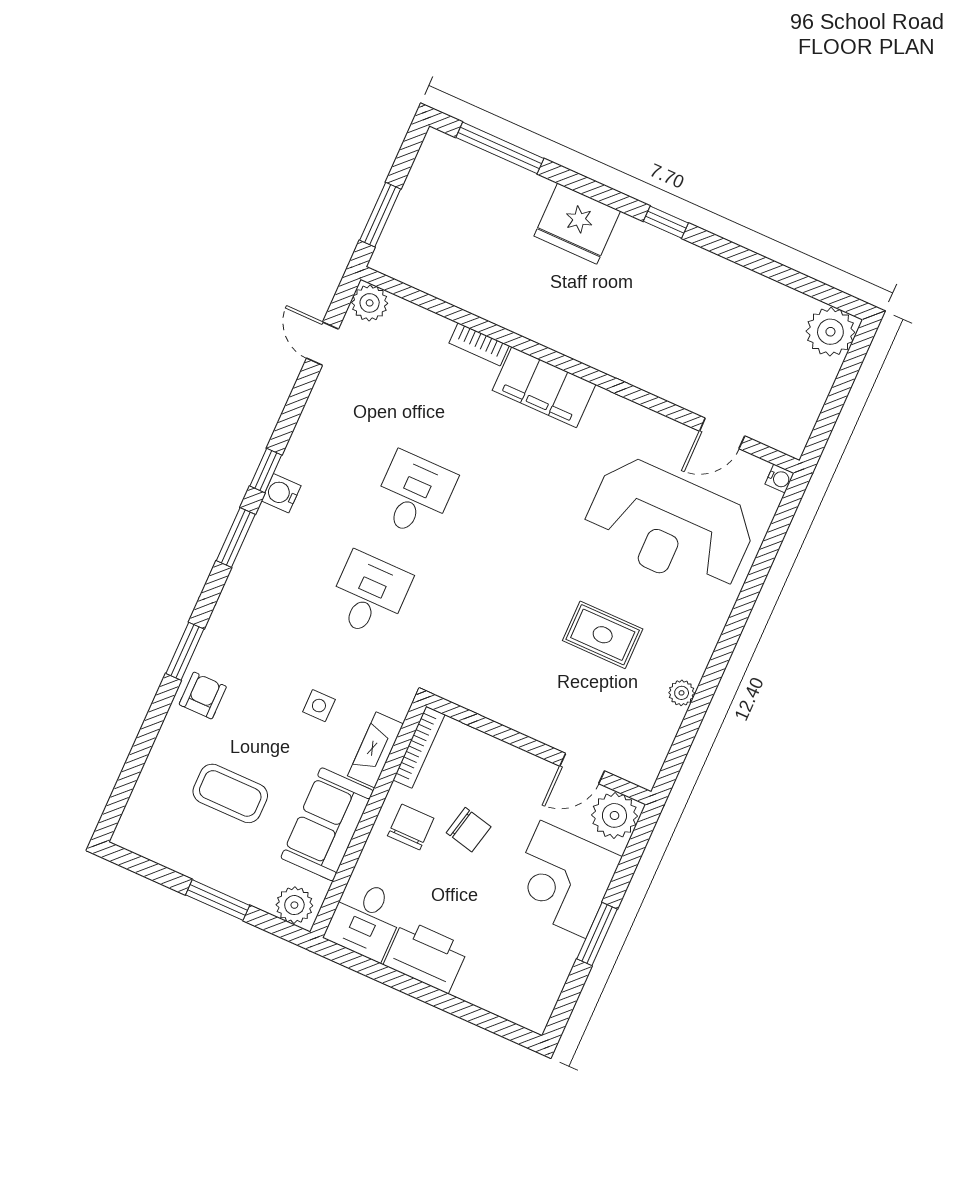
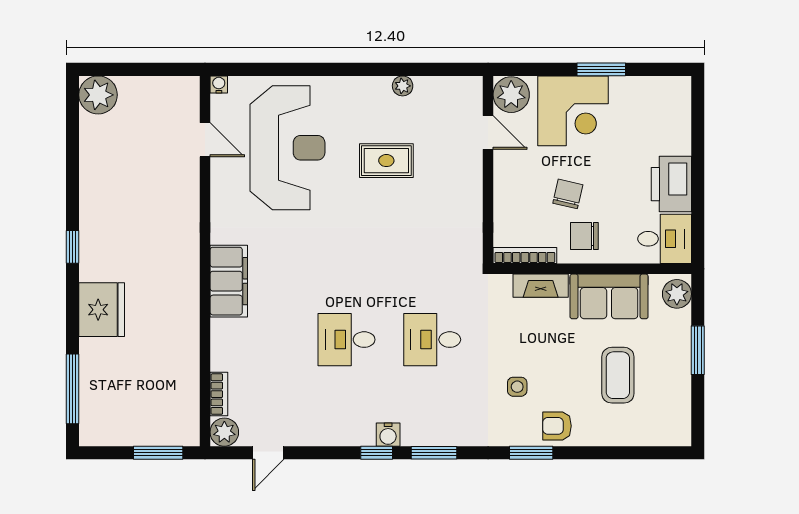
bookcase: (479, 344) -> (219, 394), moved
rug: (603, 635) -> (386, 161), turned 90
side table: (319, 706) -> (517, 387), moved

